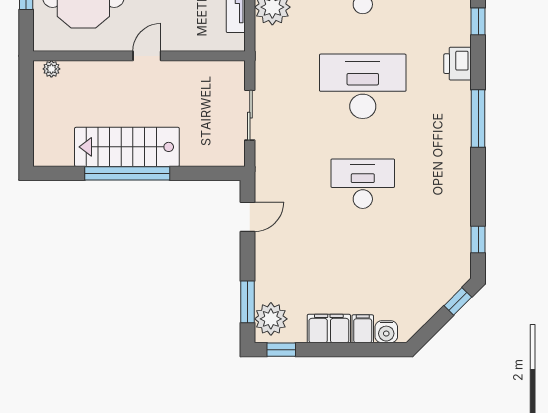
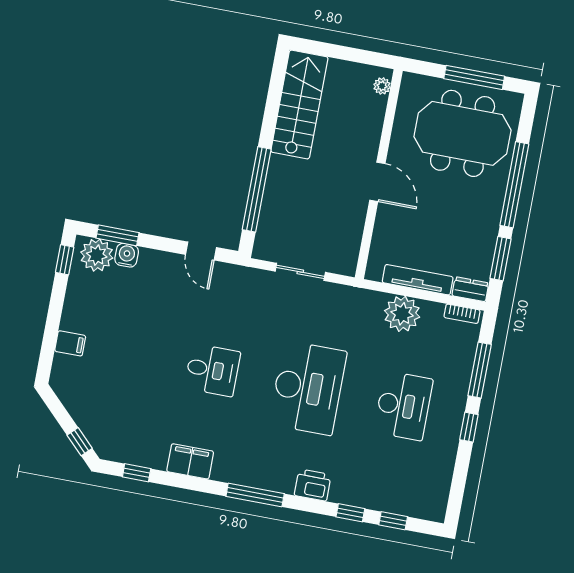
door: (147, 56) -> (377, 182), width x1.38
stairs: (127, 147) -> (299, 104), moved
window: (127, 173) -> (257, 189), moved
desk: (363, 184) -> (212, 370), width x0.73
filing cabinet: (329, 329) -> (190, 461), moved, turned -90
water cooler: (386, 332) -> (127, 255), moved, turned 90

